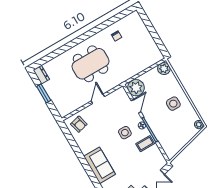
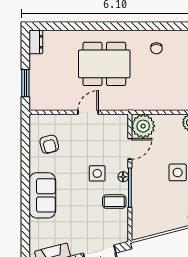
window: (44, 93) -> (25, 83), moved
armchair: (79, 124) -> (49, 144), moved

